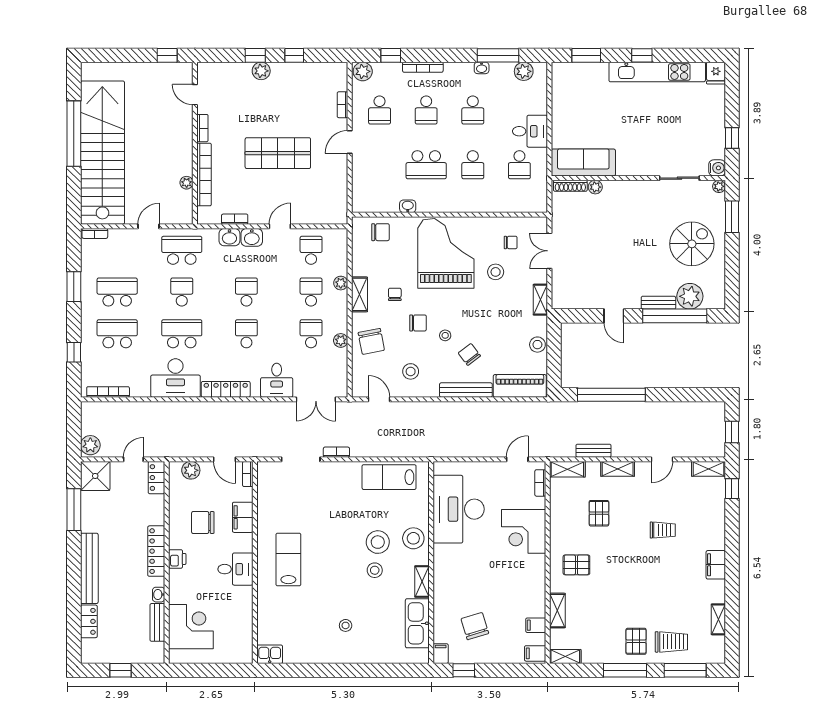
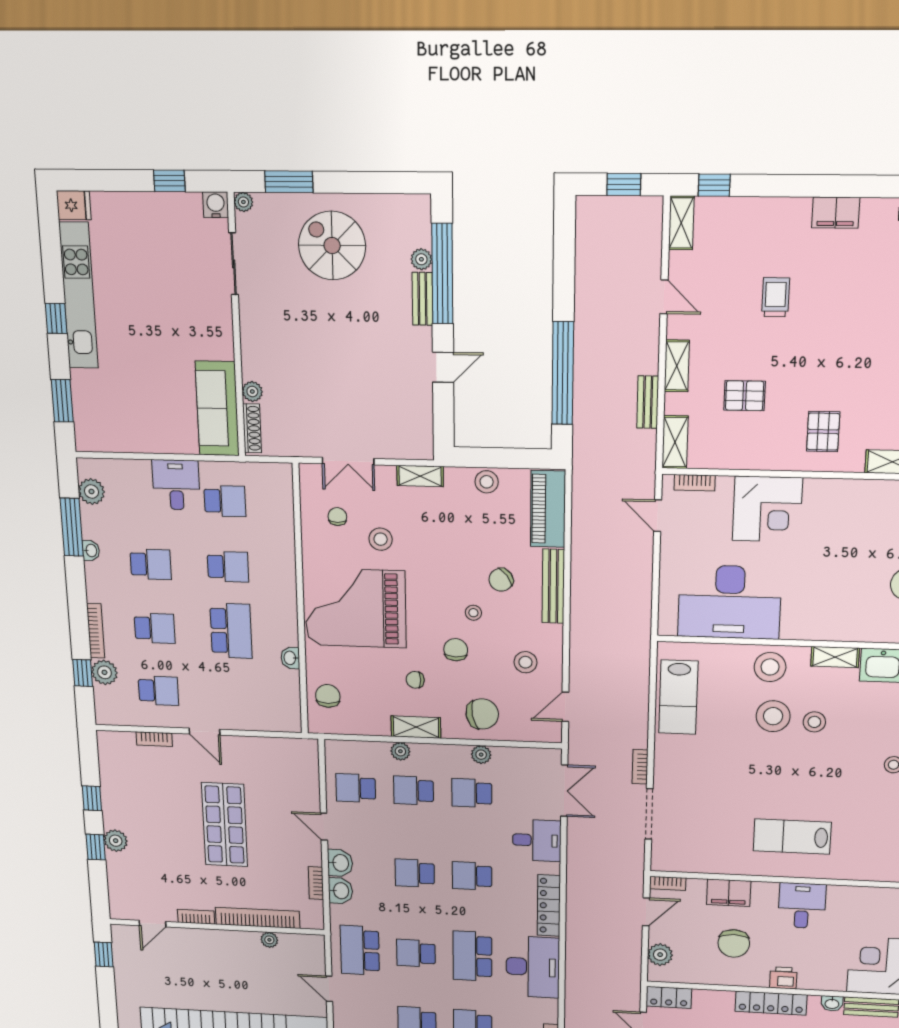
plant: (363, 71) -> (104, 672), moved
plant: (690, 296) -> (421, 259), width x0.53, depth x0.53

